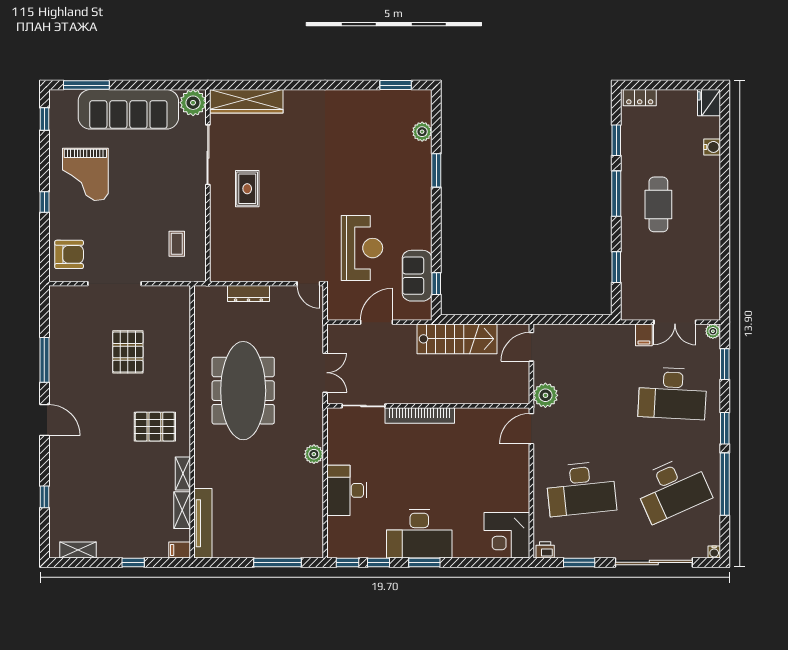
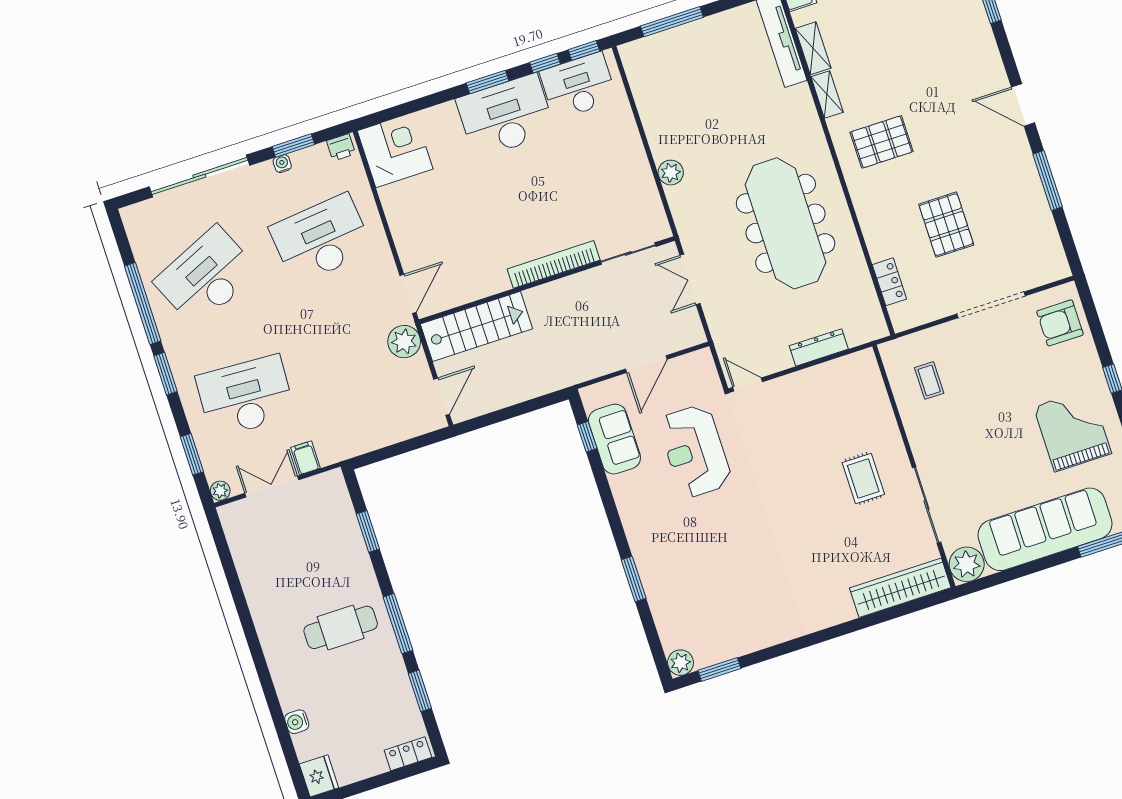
plant: (422, 132) -> (681, 663), moved
cafe table: (658, 204) -> (341, 627), turned 90
locker: (182, 324) -> (889, 282), added
stairs: (457, 339) -> (476, 326), moved, turned 180
desk: (347, 490) -> (578, 86), moved, turned -90
water cooler: (714, 552) -> (282, 164), moved

